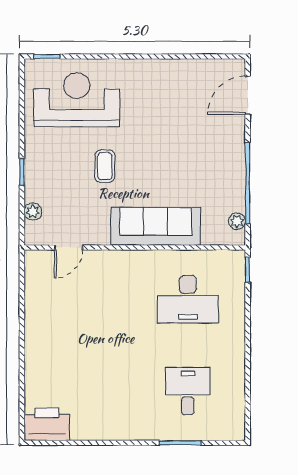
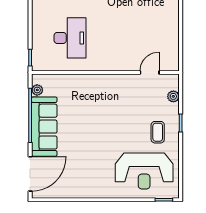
door: (248, 95) -> (30, 174), width x1.36
coffee table: (105, 166) -> (158, 132), moved
sofa: (156, 226) -> (44, 127), moved, turned -90
desk: (188, 299) -> (70, 38), turned 90

